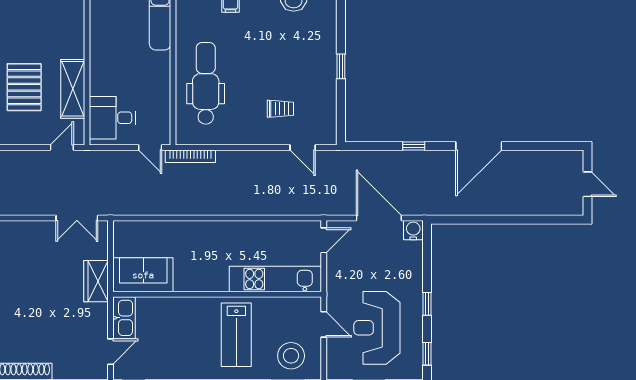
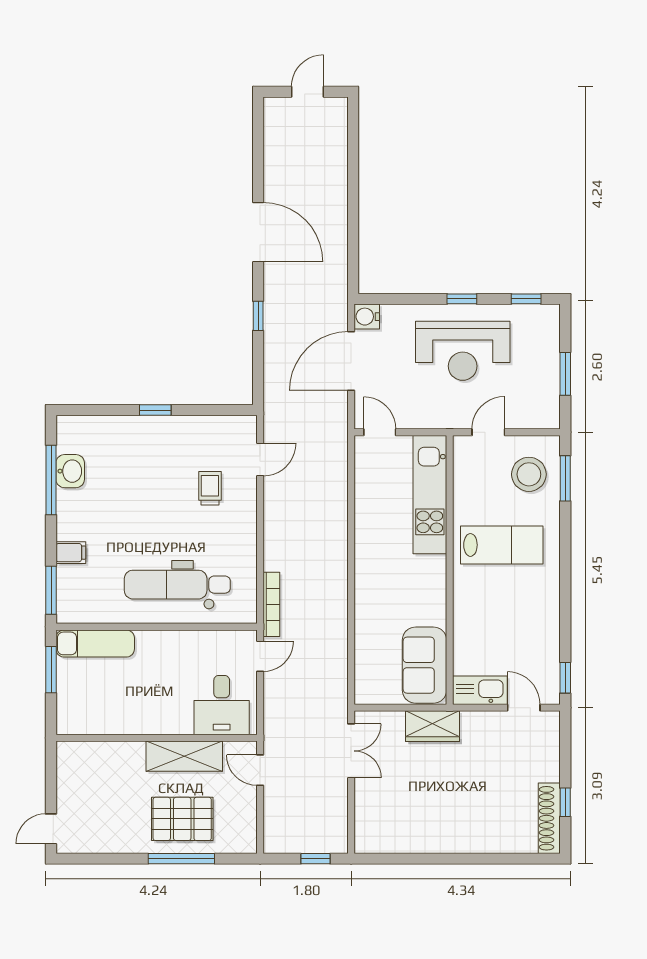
reception desk: (377, 328) -> (463, 351), moved

